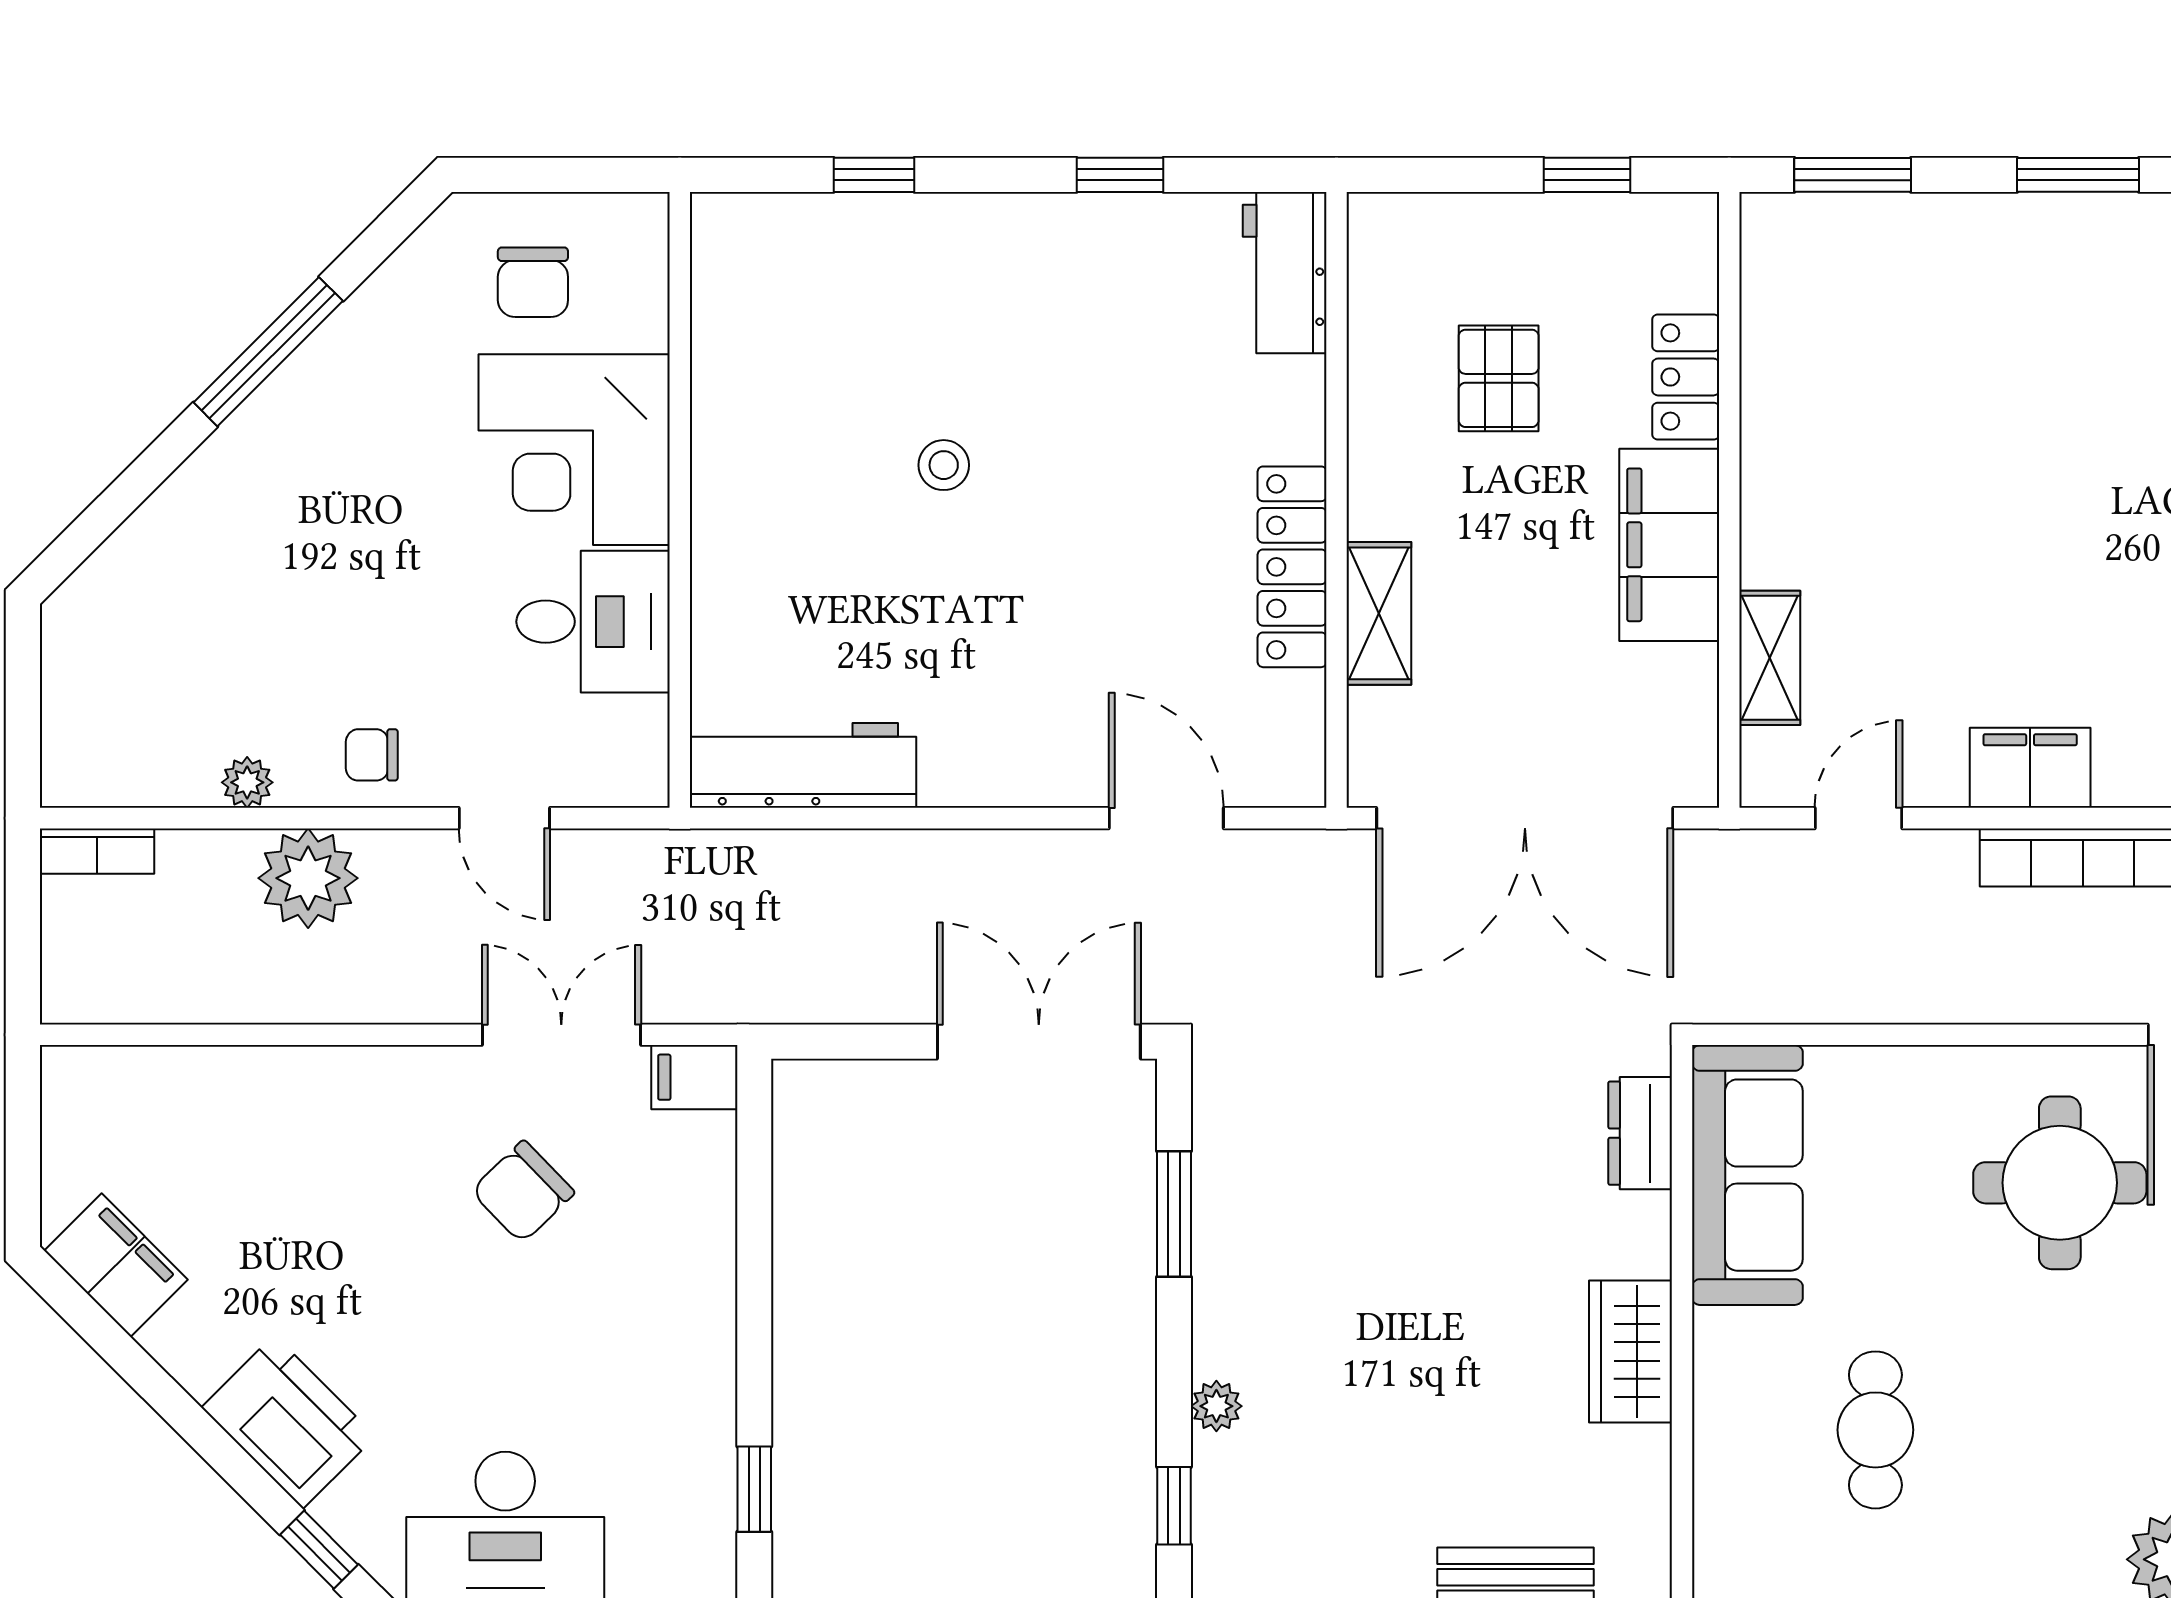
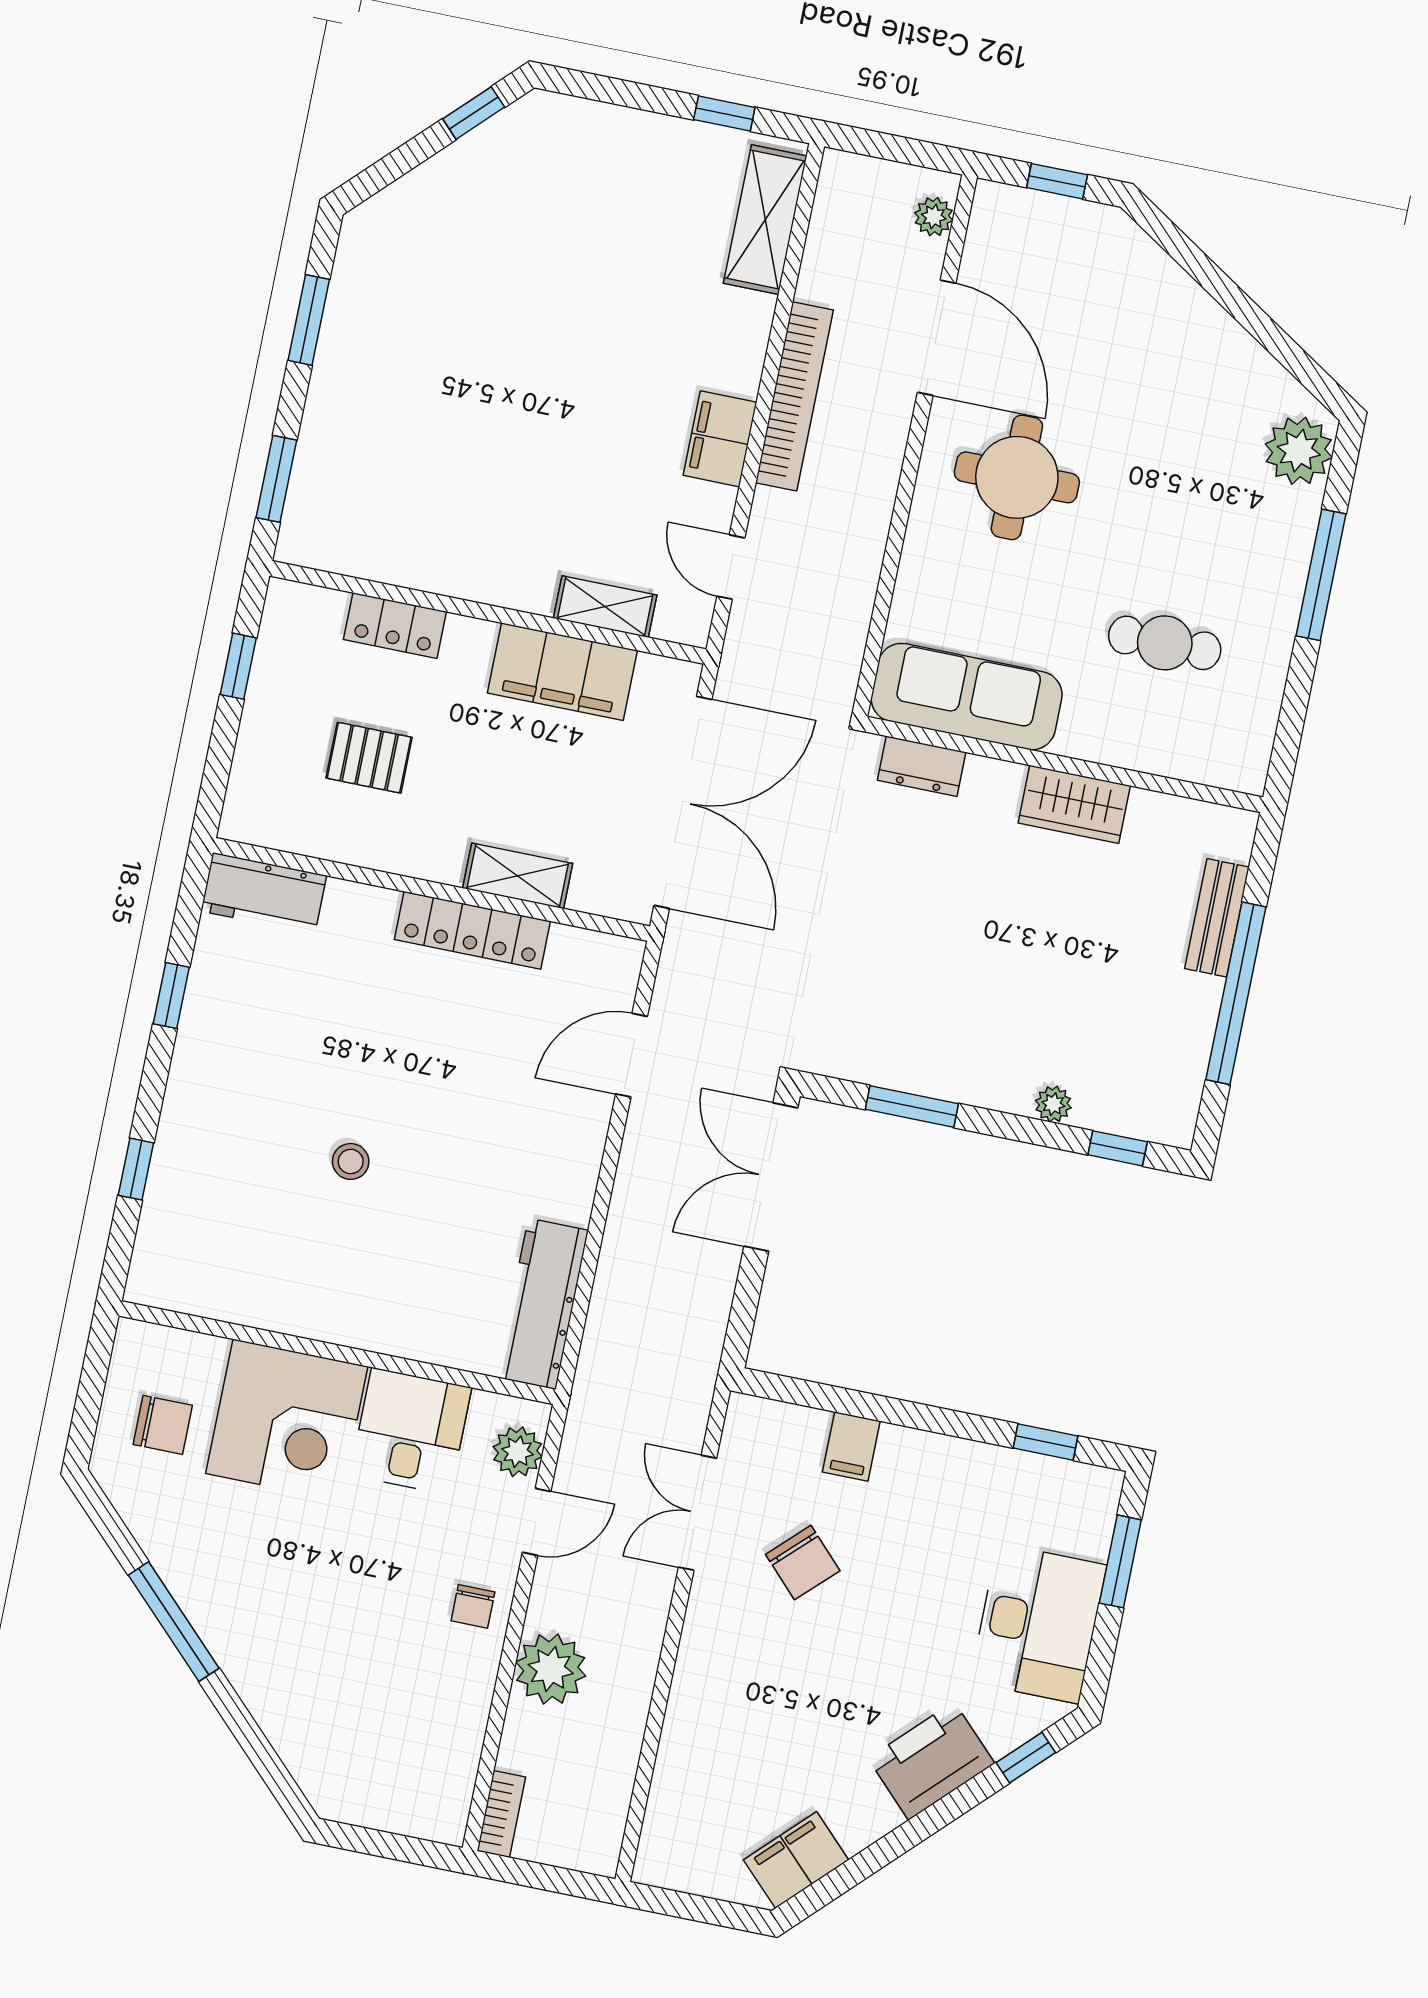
filing cabinet: (1669, 545) -> (562, 672), moved
plant: (247, 782) -> (518, 1452), moved, width x1.38, depth x1.38
filing cabinet: (694, 1077) -> (851, 1446), moved

